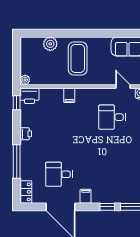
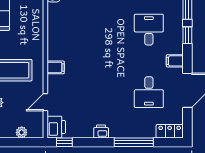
plant: (25, 80) -> (22, 132), moved
door: (123, 87) -> (45, 102), moved
filing cabinet: (69, 95) -> (56, 67), moved
desk: (112, 117) -> (149, 30), moved, turned 180

